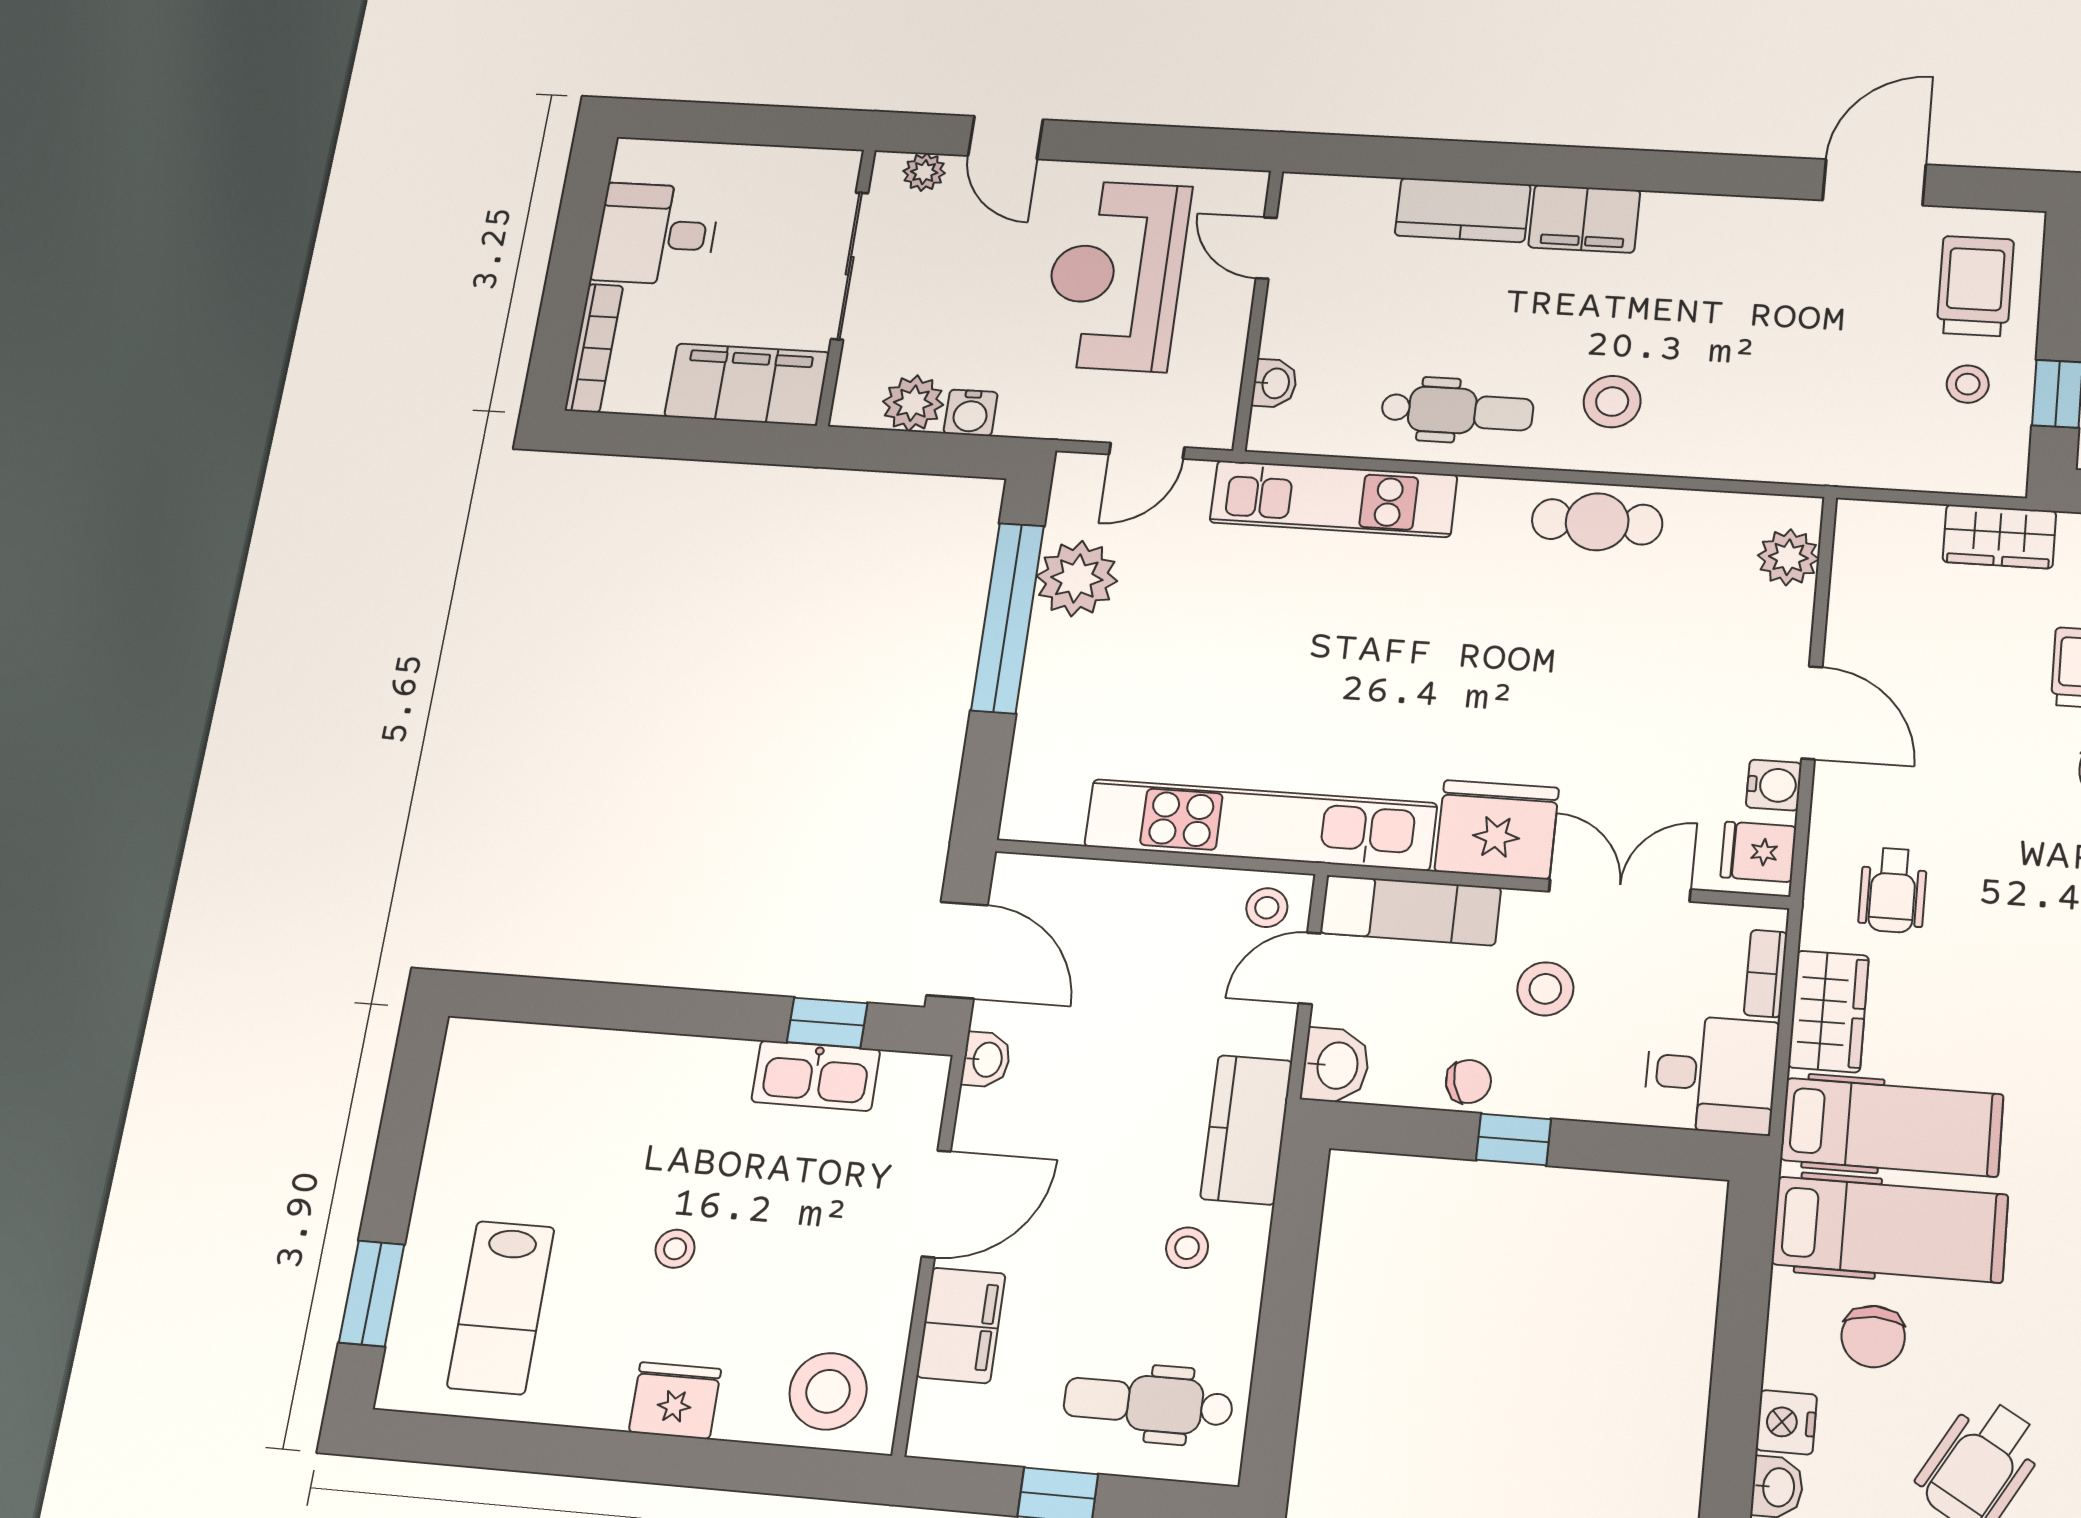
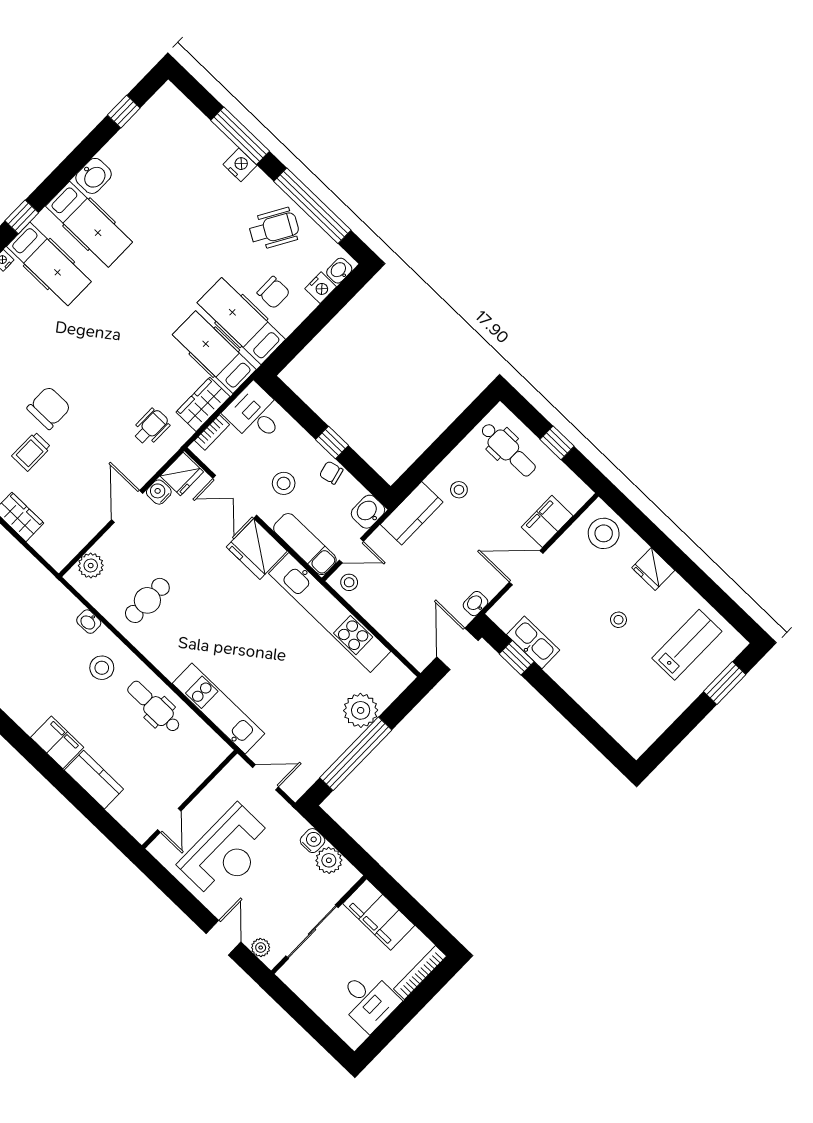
washbasin: (1274, 383) -> (89, 622), moved, turned -90
cafe table: (1597, 522) -> (147, 600), moved, turned 90
plant: (1077, 578) -> (361, 710), moved
fridge: (1758, 852) -> (182, 474), width x1.38
chair: (1873, 1336) -> (273, 293), turned 90

